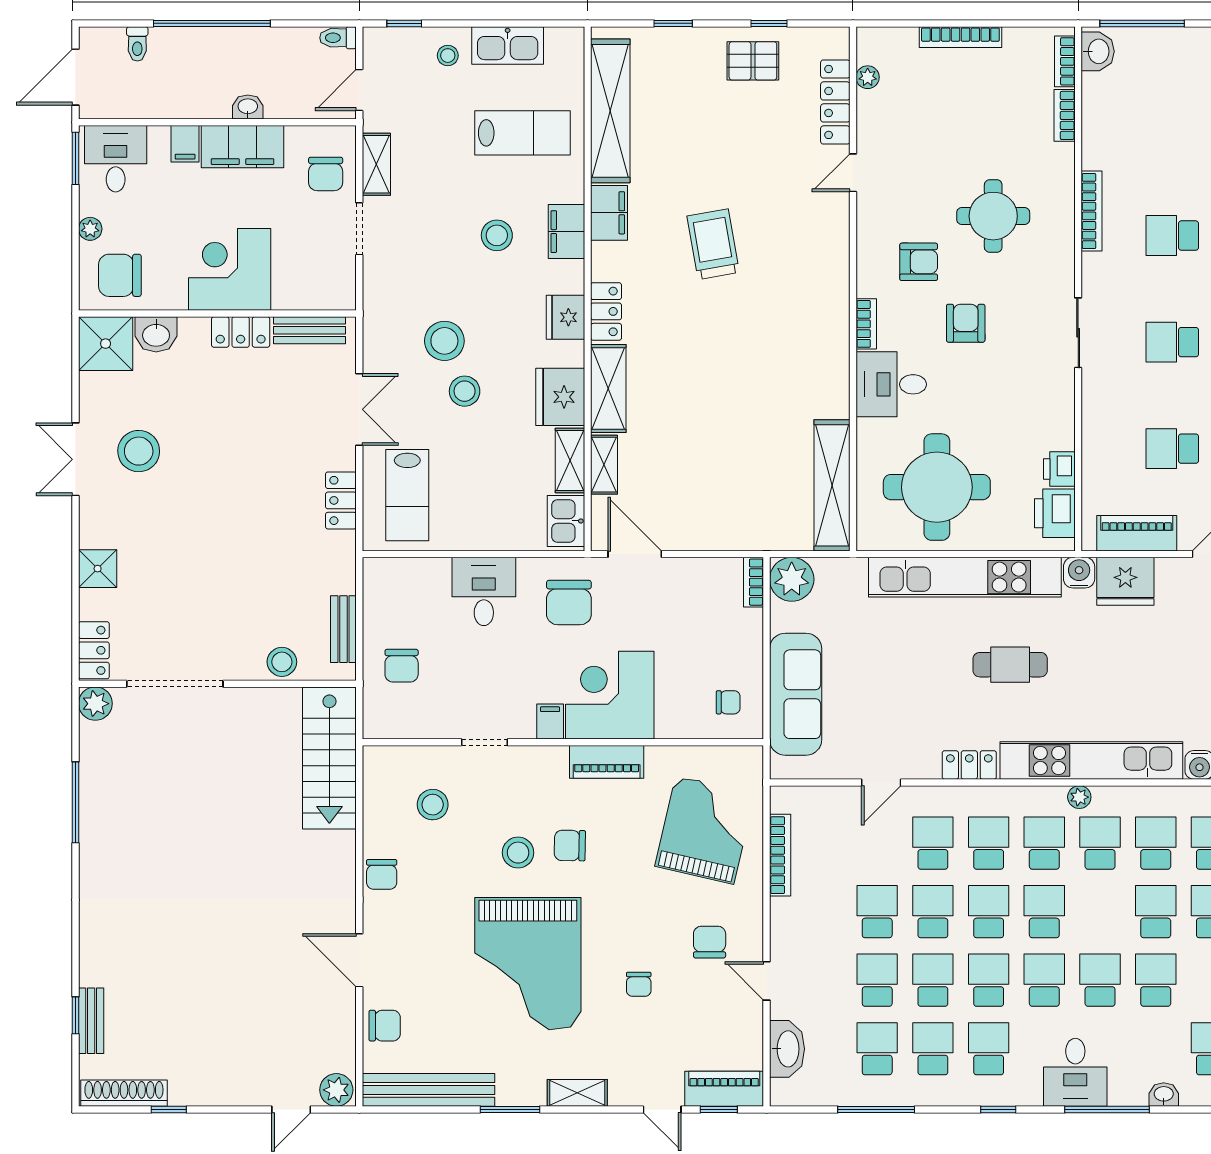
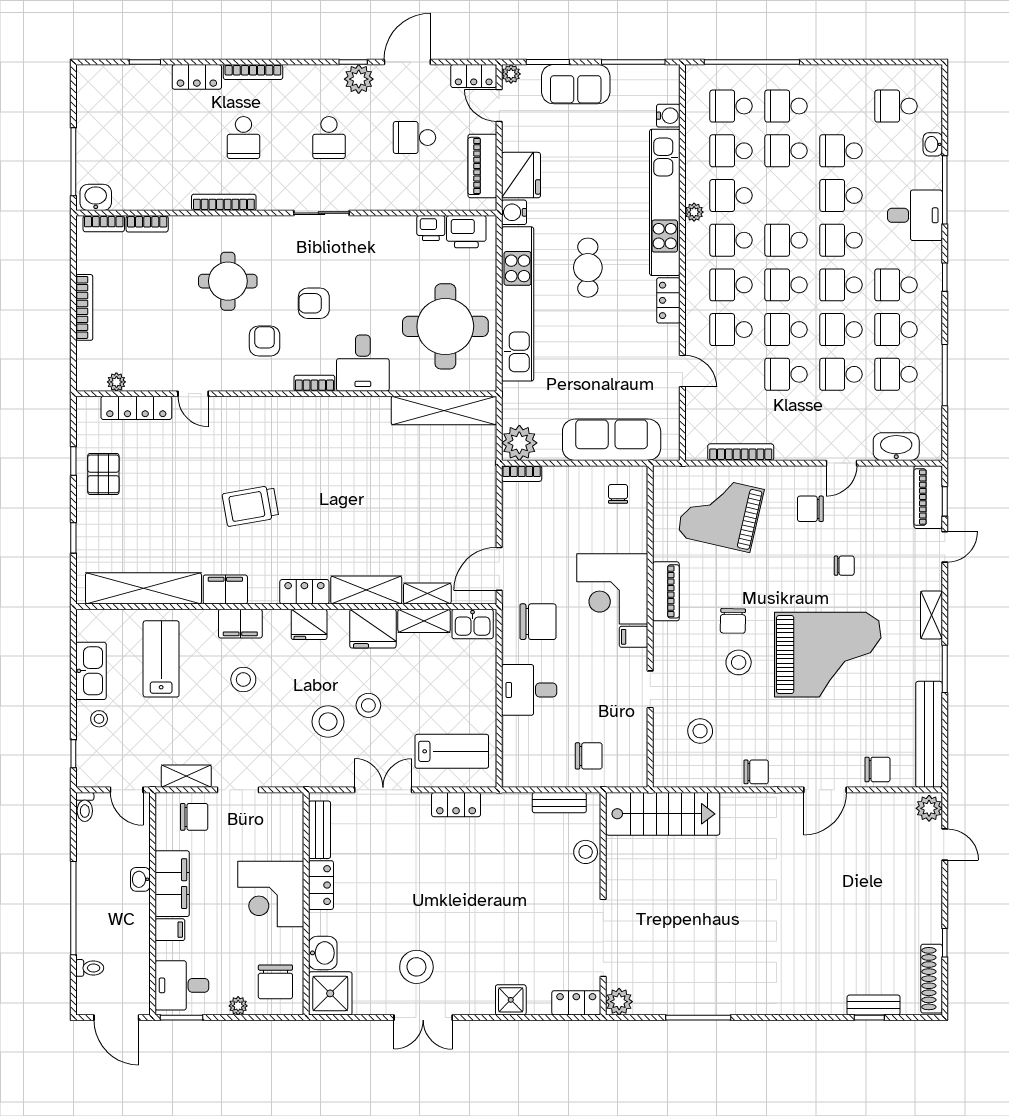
school desk: (1172, 449) -> (415, 138), turned 90
chair: (385, 1026) -> (877, 769), turned 90

